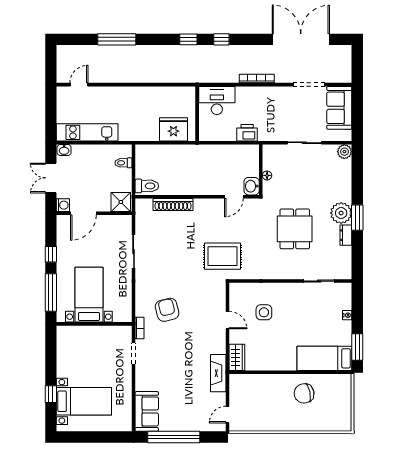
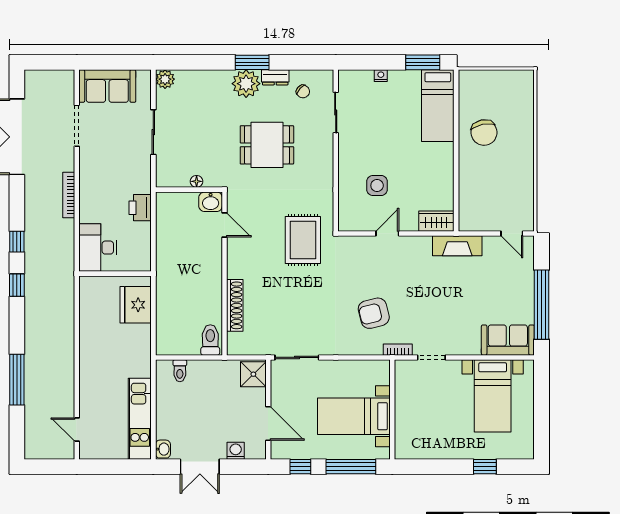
shower: (121, 202) -> (253, 374), moved
door: (83, 213) -> (268, 423), moved
wall: (94, 213) -> (268, 409), moved
chair: (335, 256) -> (303, 91), added
bed with nightstands: (84, 401) -> (493, 396), moved, turned 180

